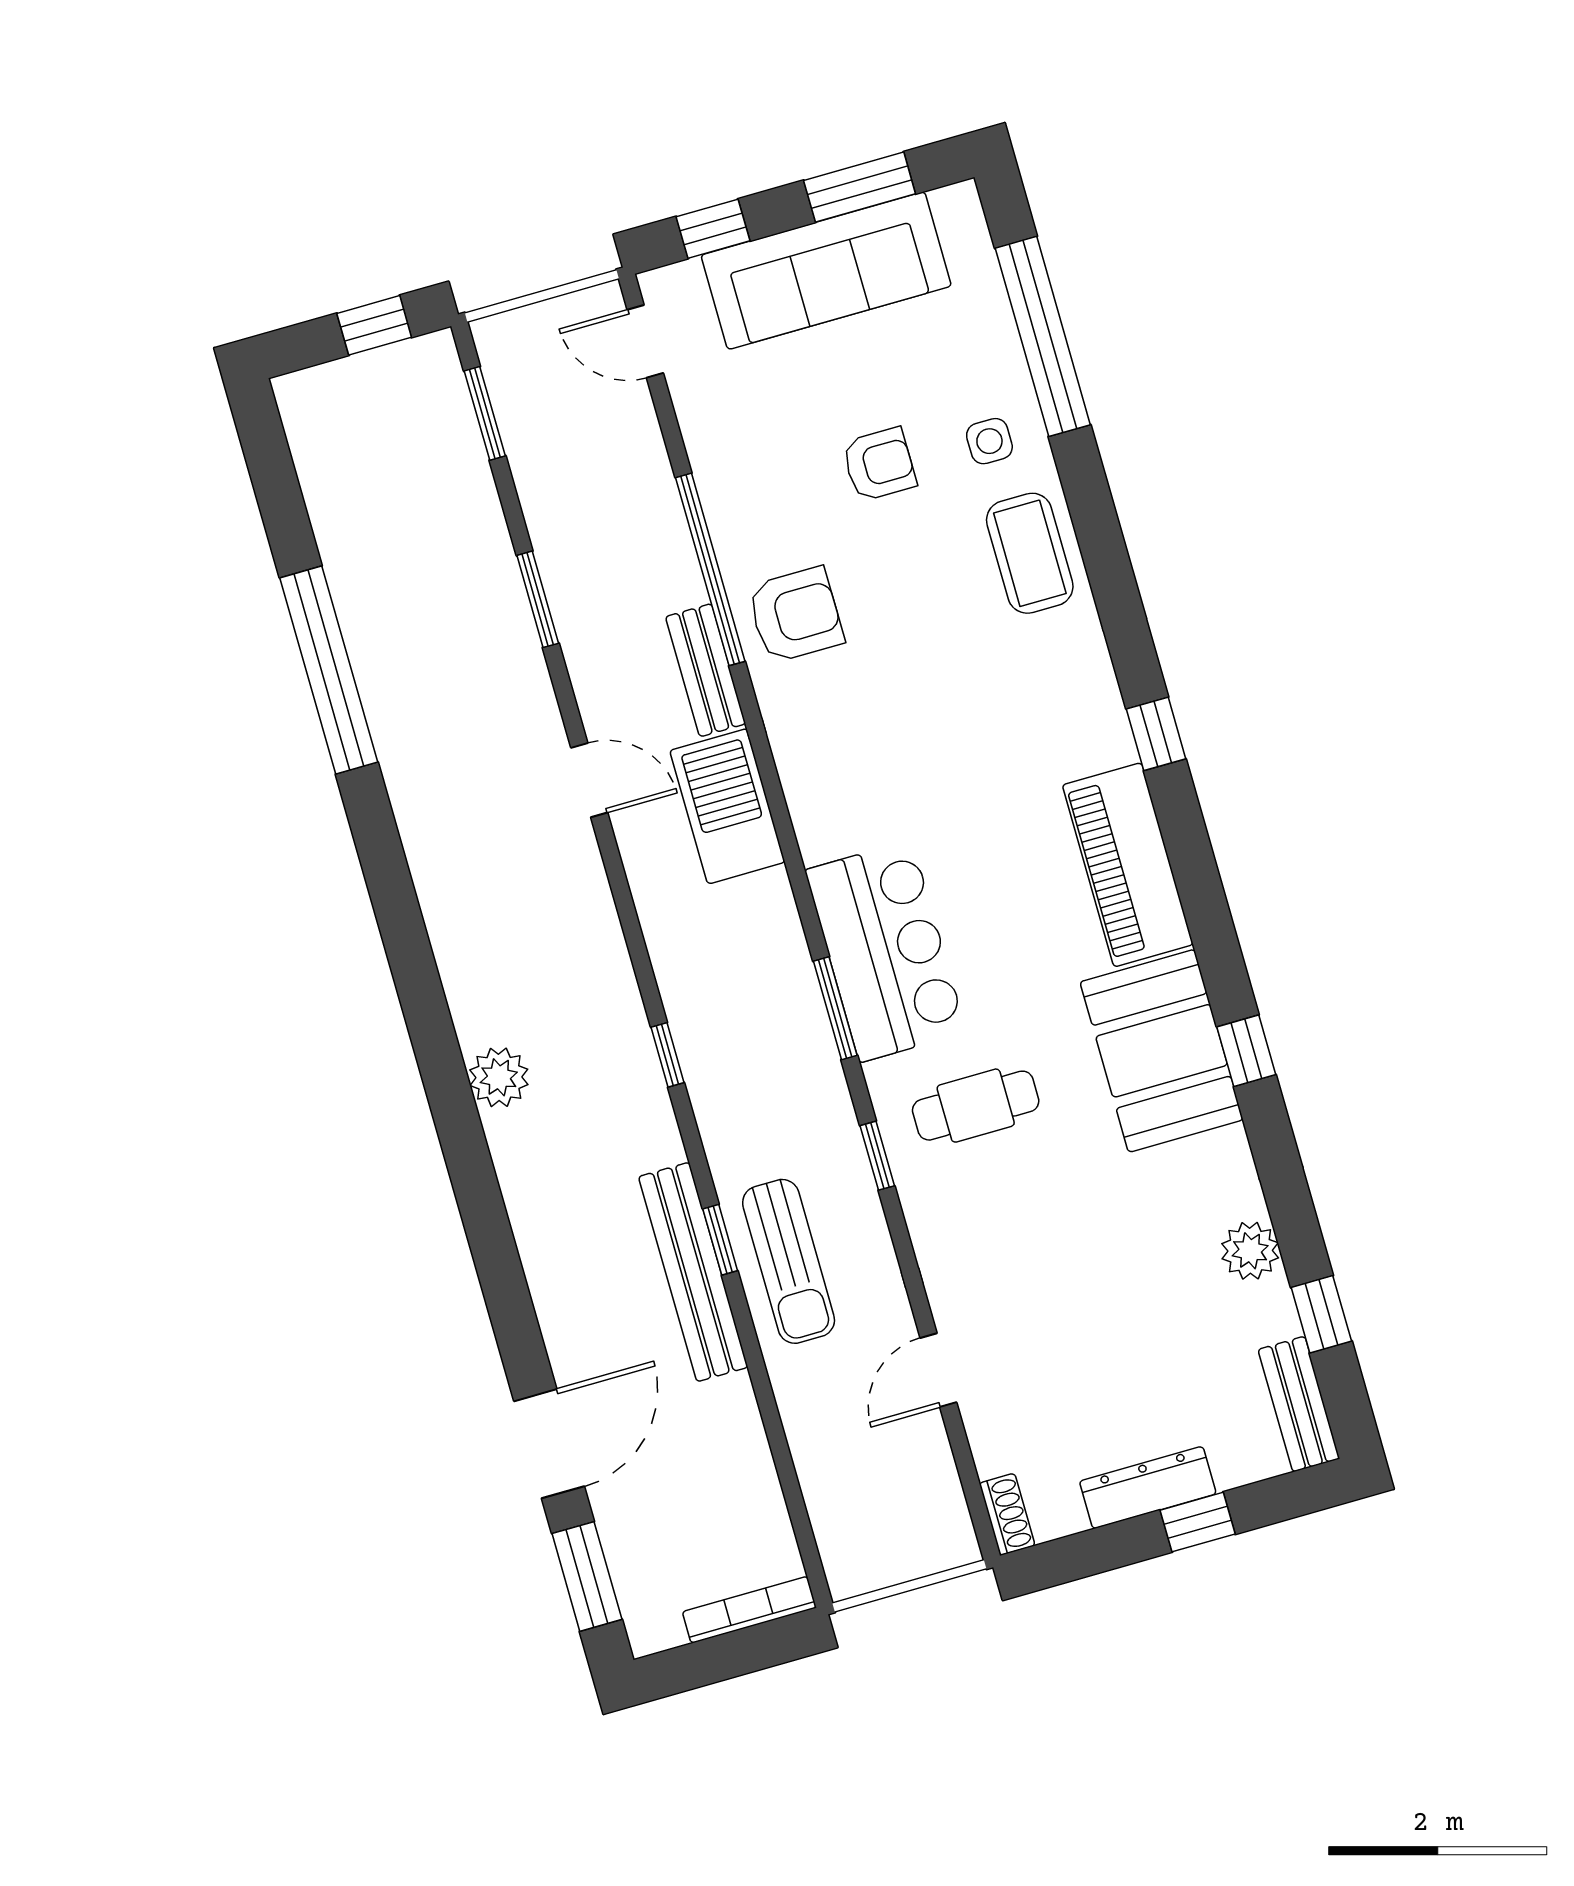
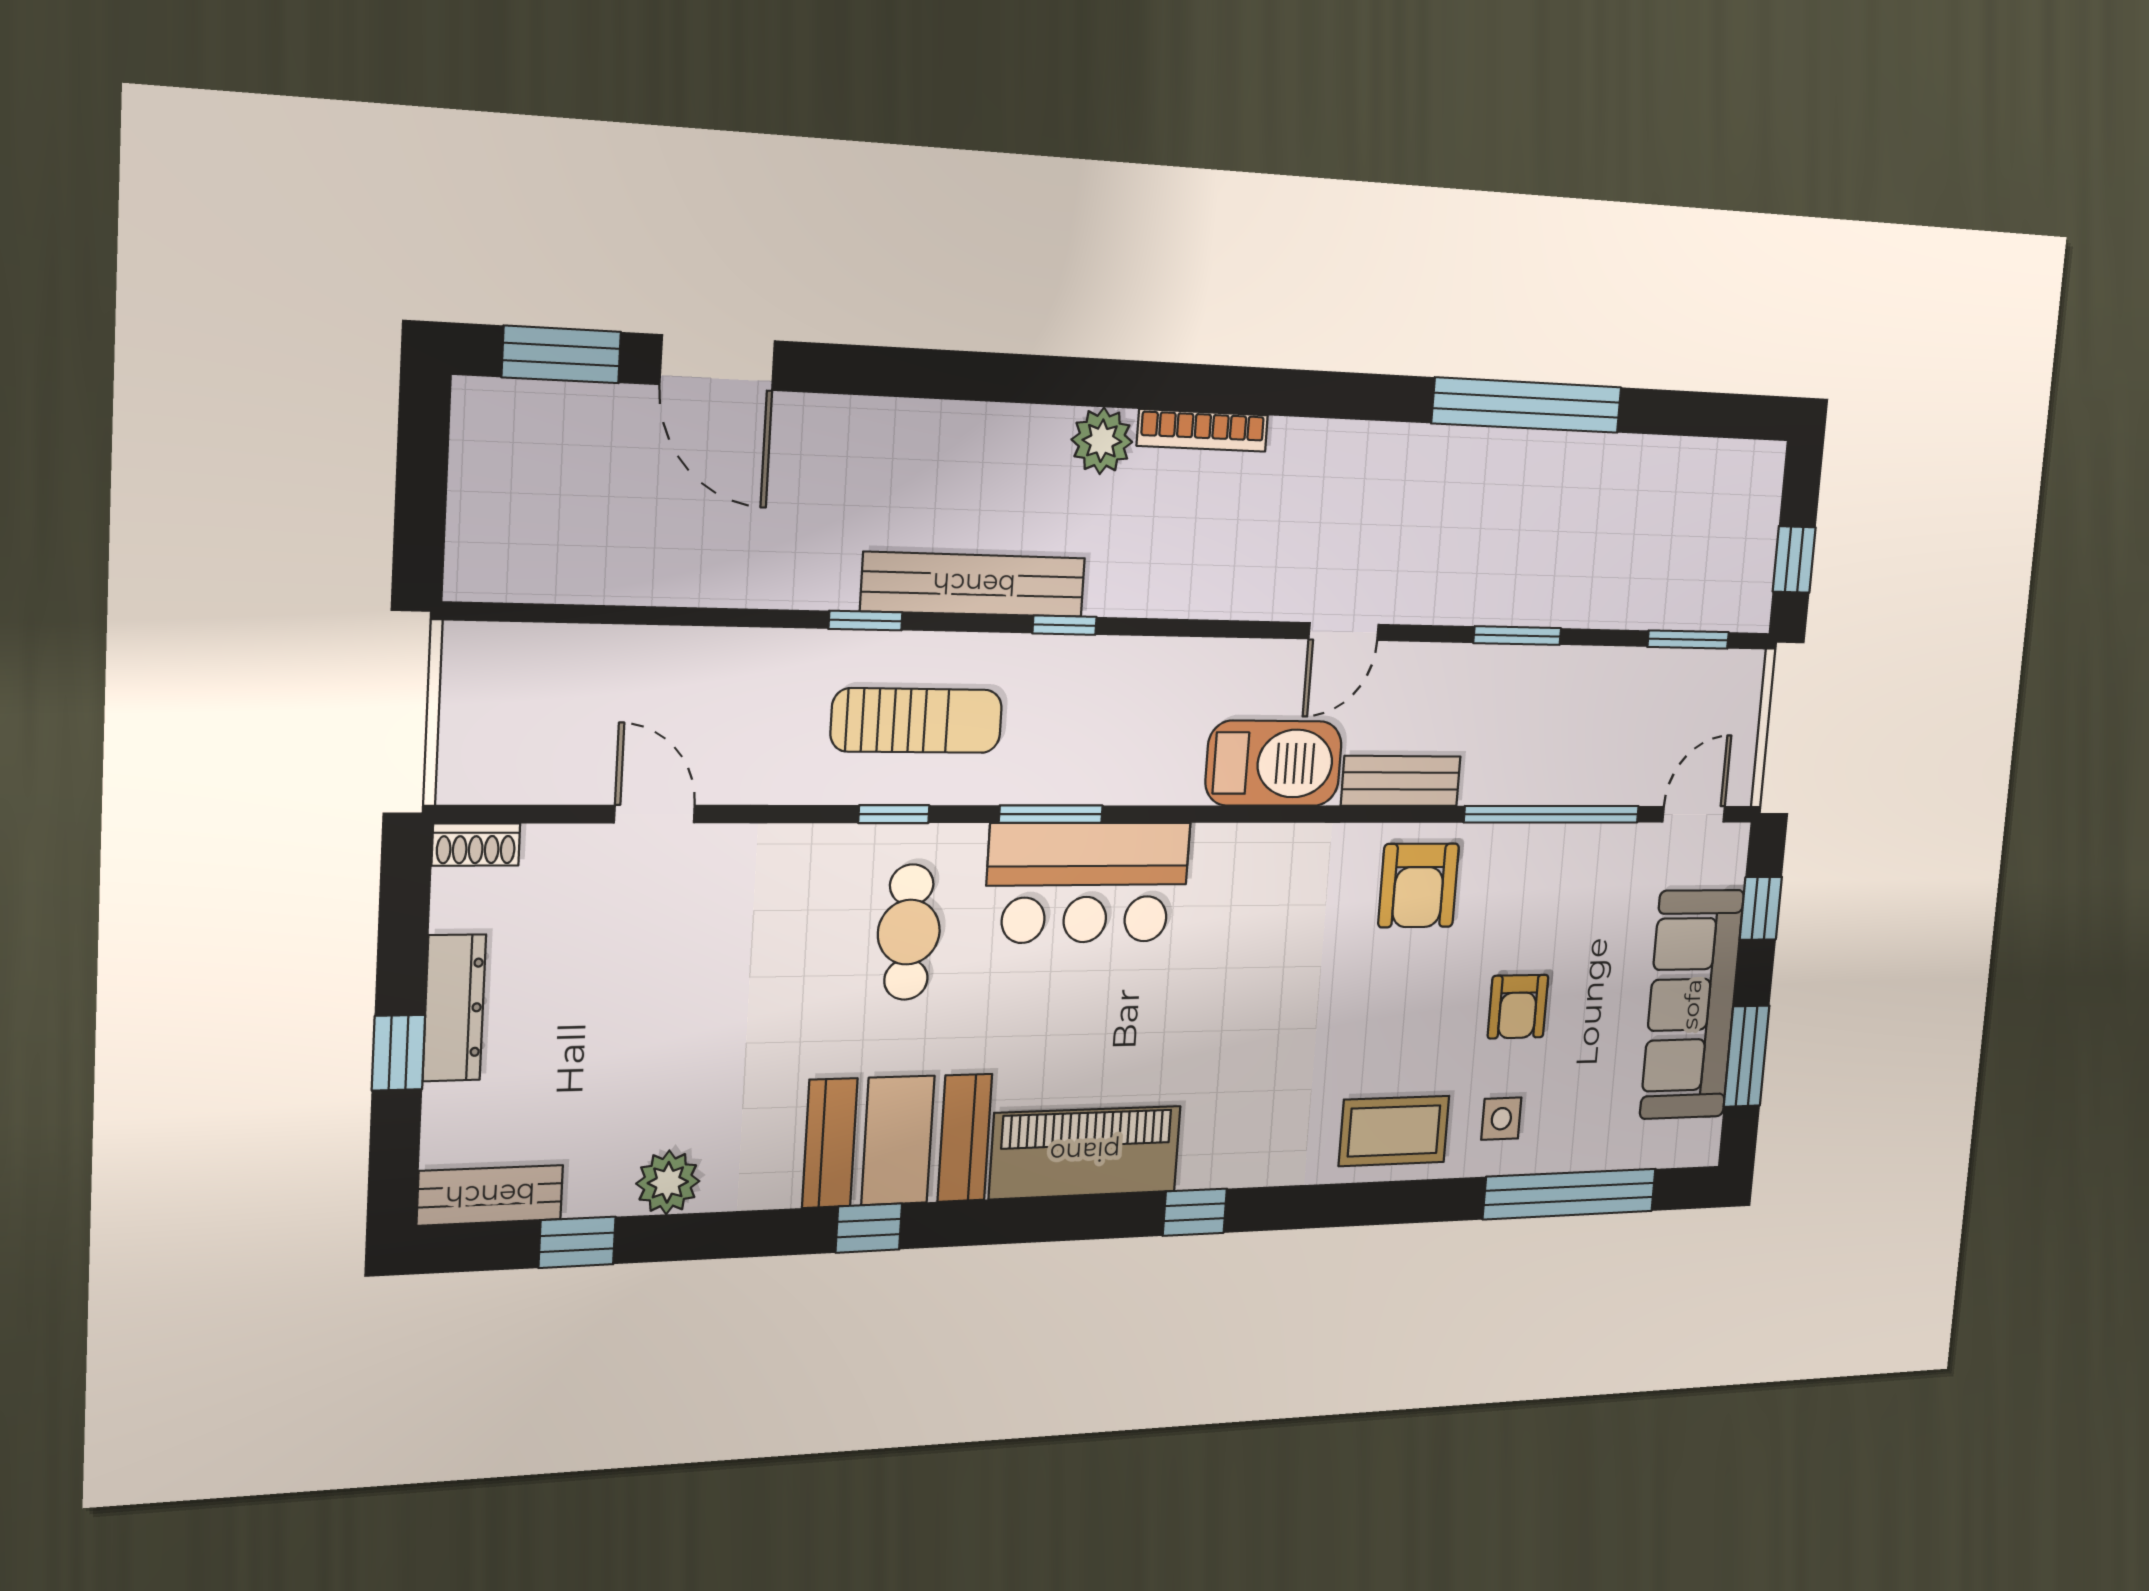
window: (710, 569) -> (1552, 814), moved
sun lounger: (789, 1261) -> (917, 721), moved, turned 180
bench: (693, 1272) -> (974, 584), moved
bookcase: (749, 1610) -> (1203, 430), moved, turned 90

